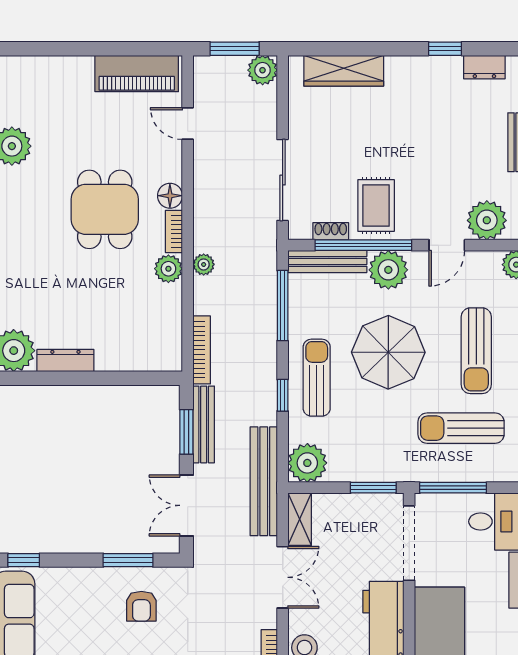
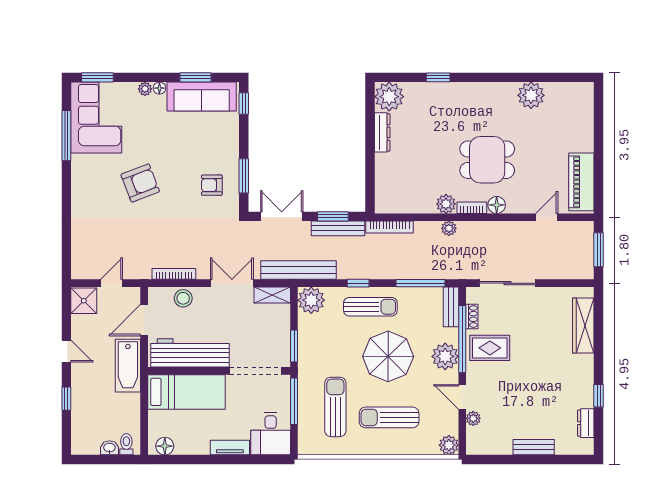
plant: (263, 70) -> (584, 269), removed
plant: (487, 220) -> (473, 418), width x0.53, depth x0.53
bench: (327, 261) -> (451, 307), width x0.73
double door: (283, 577) -> (232, 283), swing flipped

